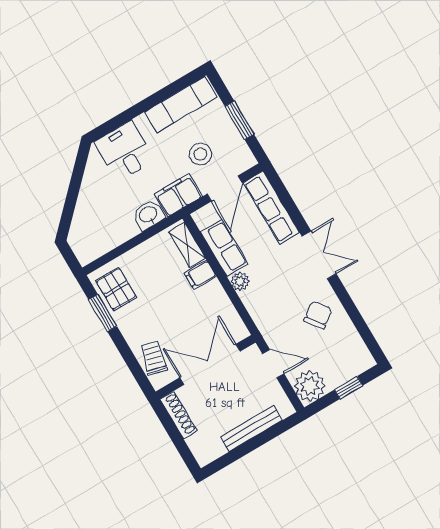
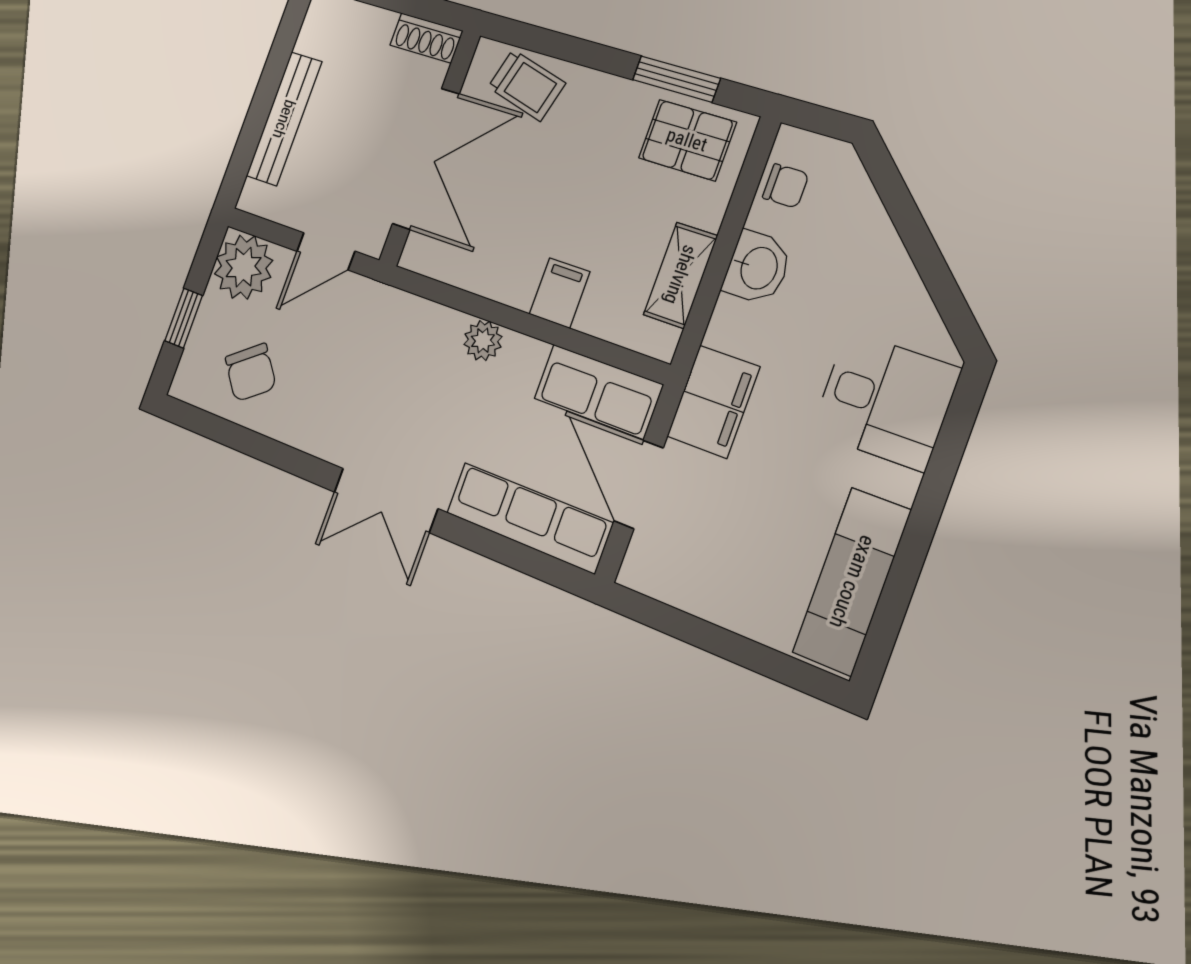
window: (239, 120) -> (714, 639), removed
stool: (200, 154) -> (735, 513), removed
washbasin: (148, 215) -> (757, 268), moved
chair: (98, 245) -> (786, 186), added
shelving: (187, 245) -> (680, 275), moved, turned 90
row of seats: (224, 248) -> (598, 391), moved
chair: (318, 315) -> (251, 372), moved
shoe rack: (179, 415) -> (426, 38), width x0.70

